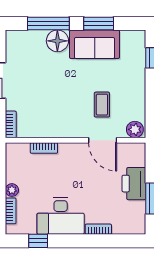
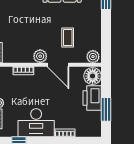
plant: (66, 129) -> (40, 56), added
door: (103, 140) -> (58, 65), moved
floor lamp: (134, 155) -> (93, 76), added

